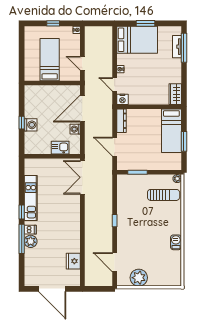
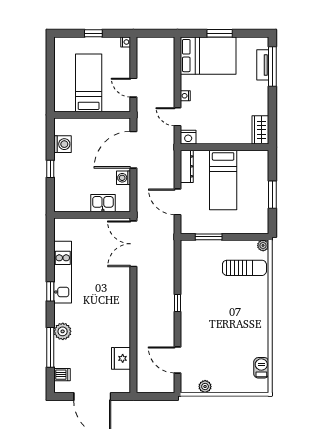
washing machine: (31, 125) -> (63, 144), moved
bed: (171, 131) -> (223, 180), moved
dishwasher: (30, 230) -> (62, 375), moved
window: (22, 239) -> (50, 347), moved
barbecue: (176, 242) -> (261, 368), moved
plant: (139, 278) -> (205, 387), width x0.53, depth x0.53

